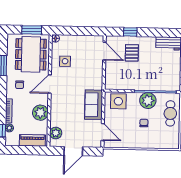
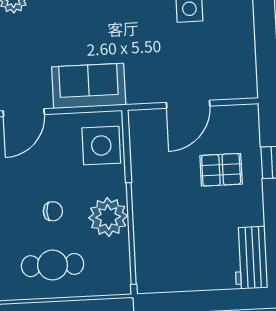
door: (104, 51) -> (188, 104), moved
cafe table: (170, 113) -> (53, 265), moved

